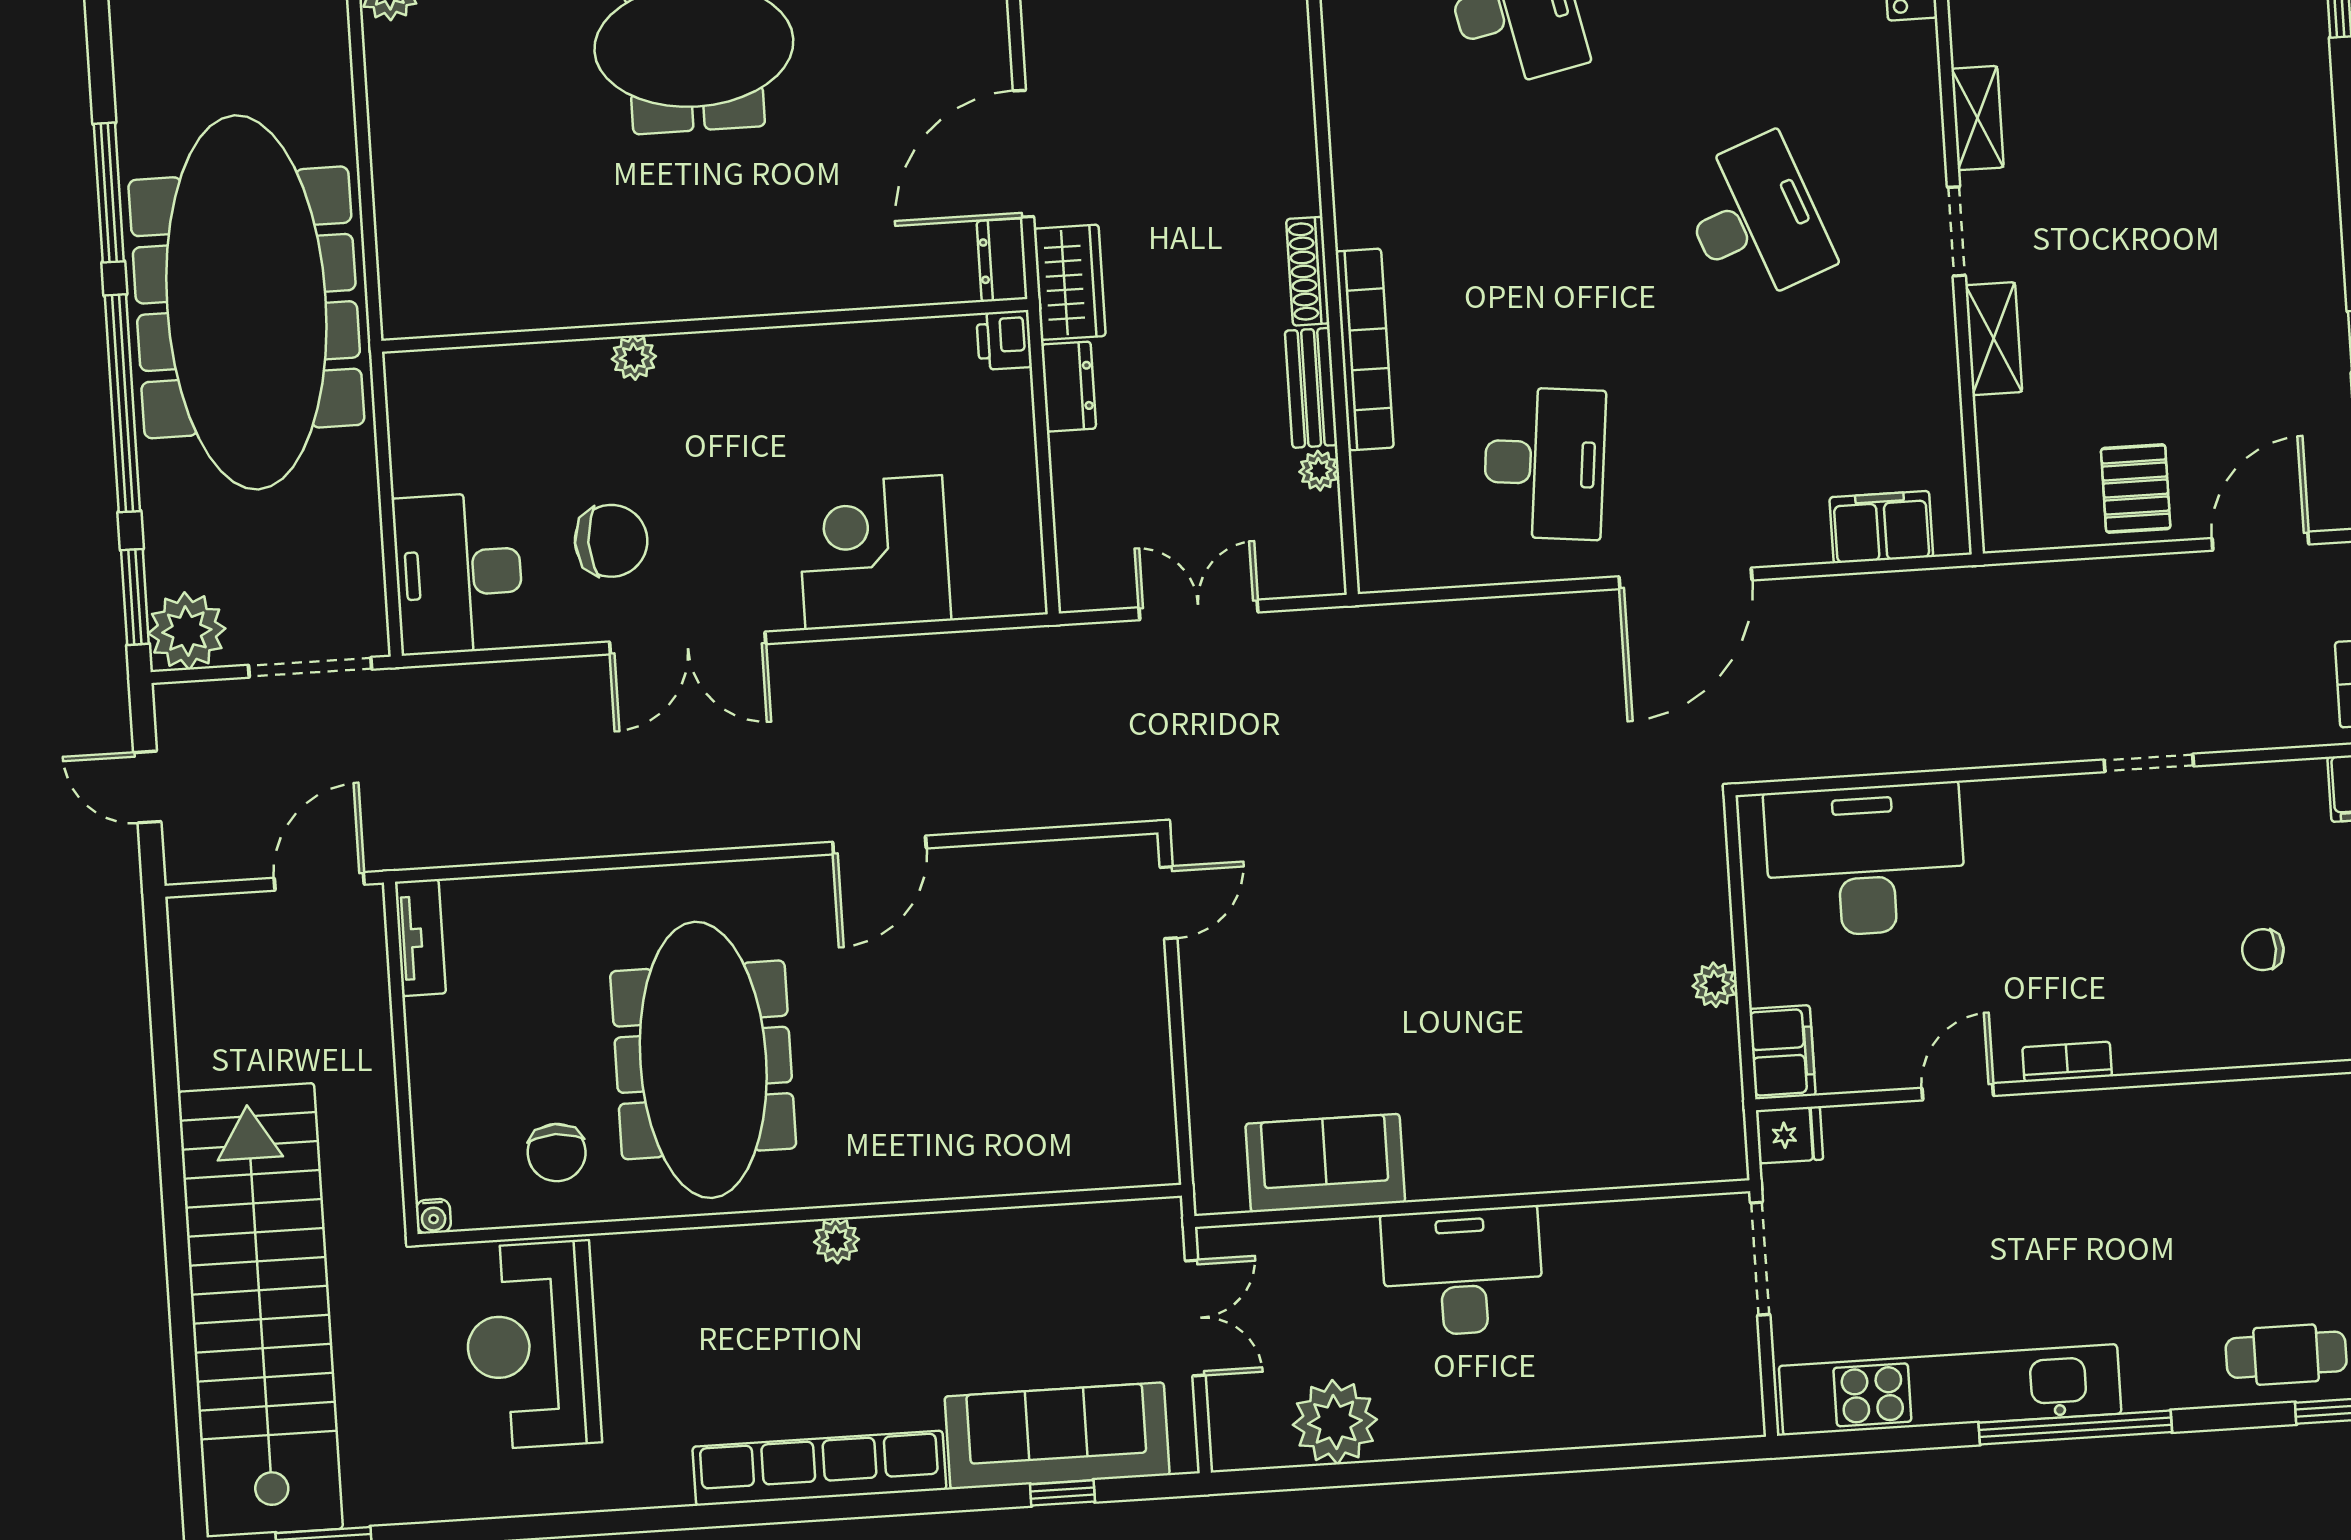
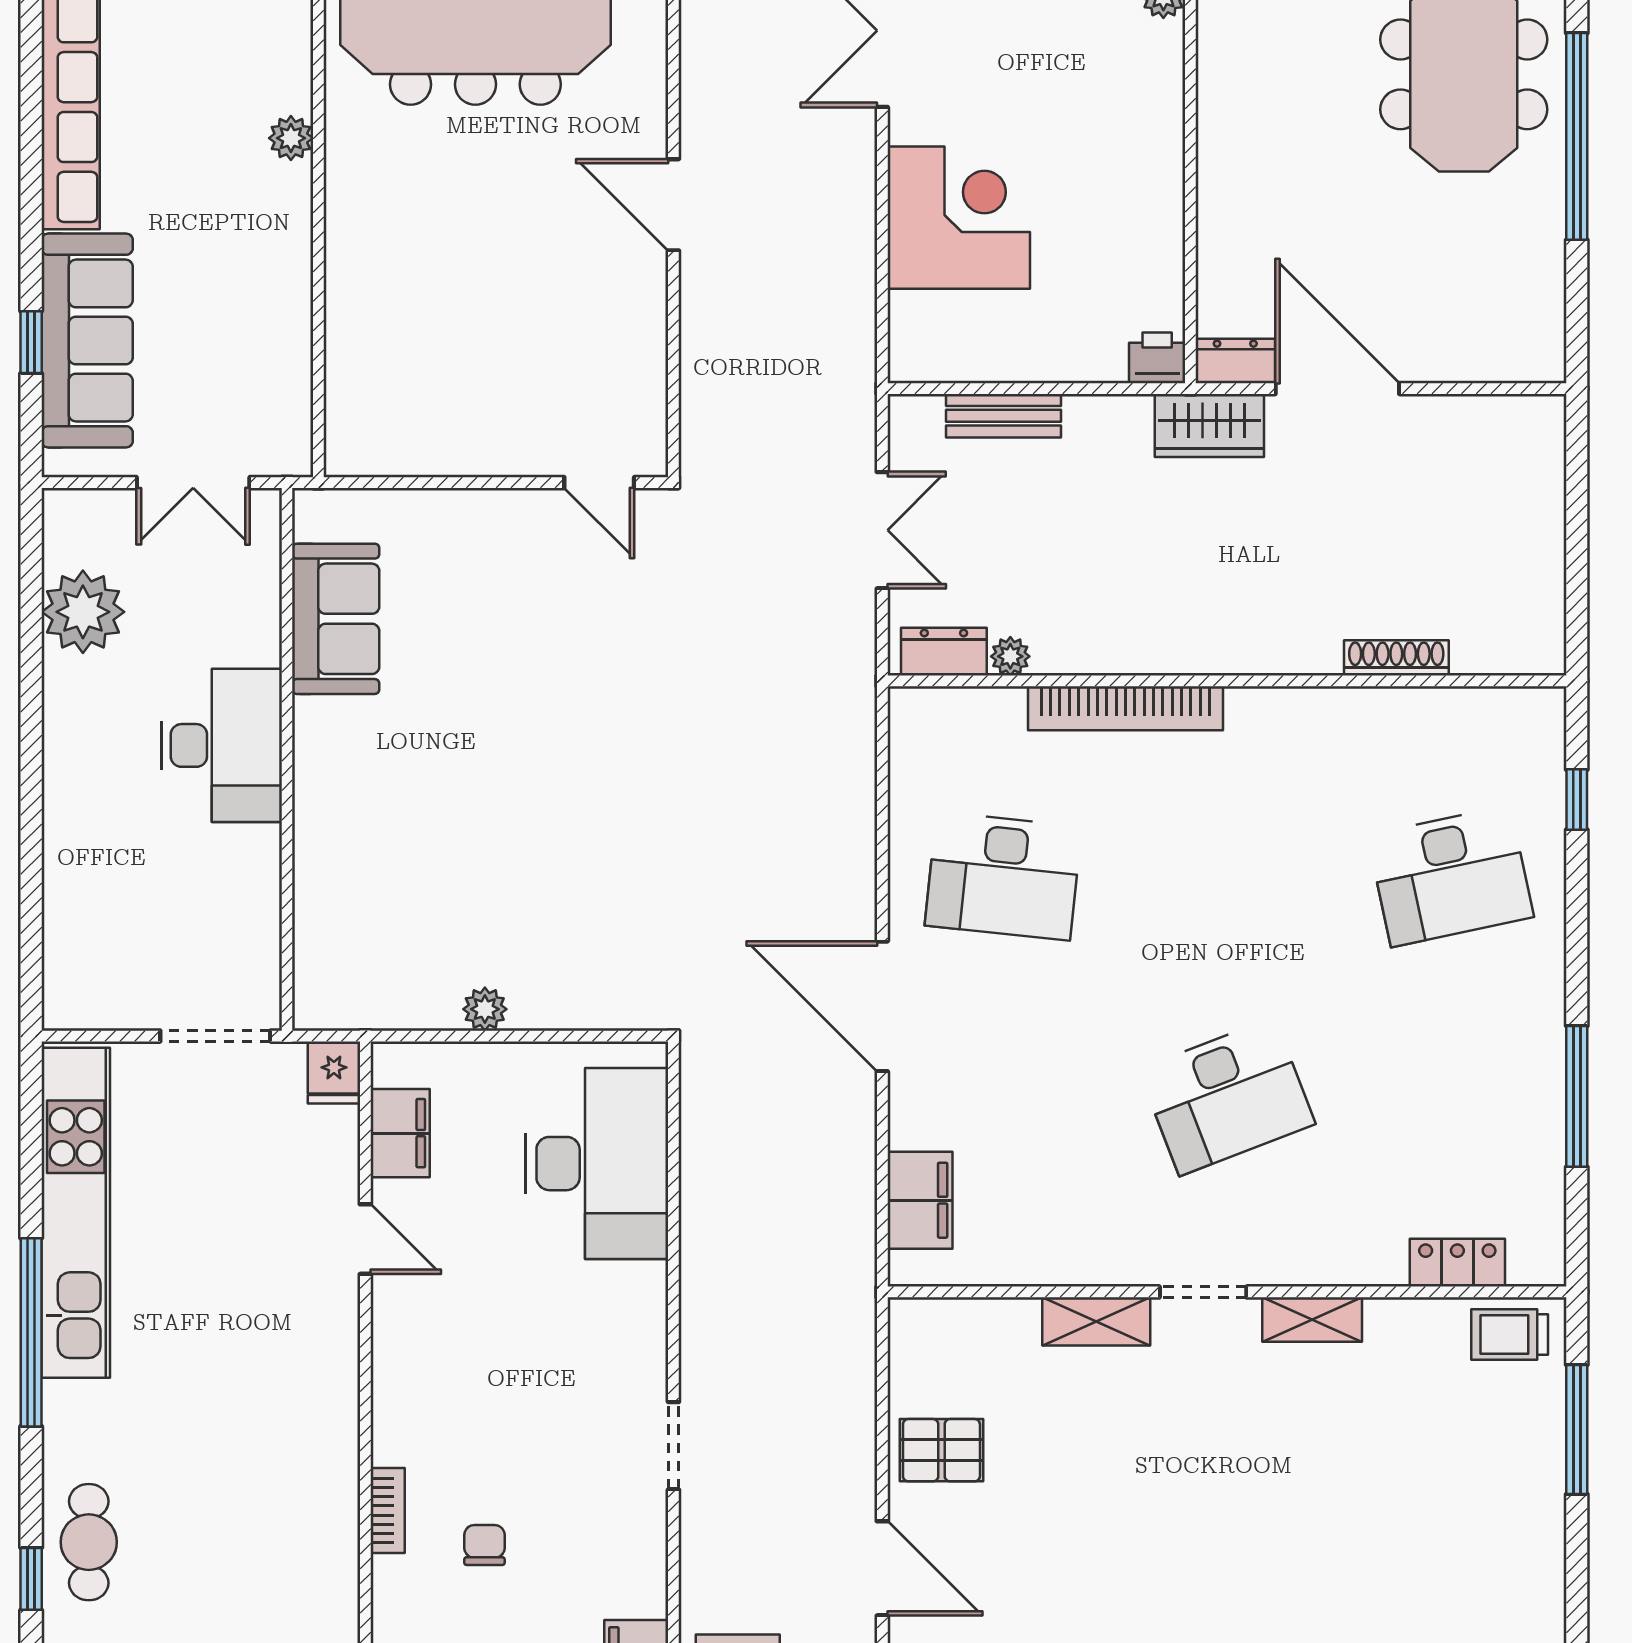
shoe rack: (1308, 271) -> (1396, 658), moved
dresser: (1069, 387) -> (944, 652), moved, turned 180
bench: (1311, 388) -> (1004, 416), moved
filing cabinet: (1782, 1052) -> (400, 1133), moved, turned -90
bookcase: (2067, 1062) -> (388, 1511), moved

